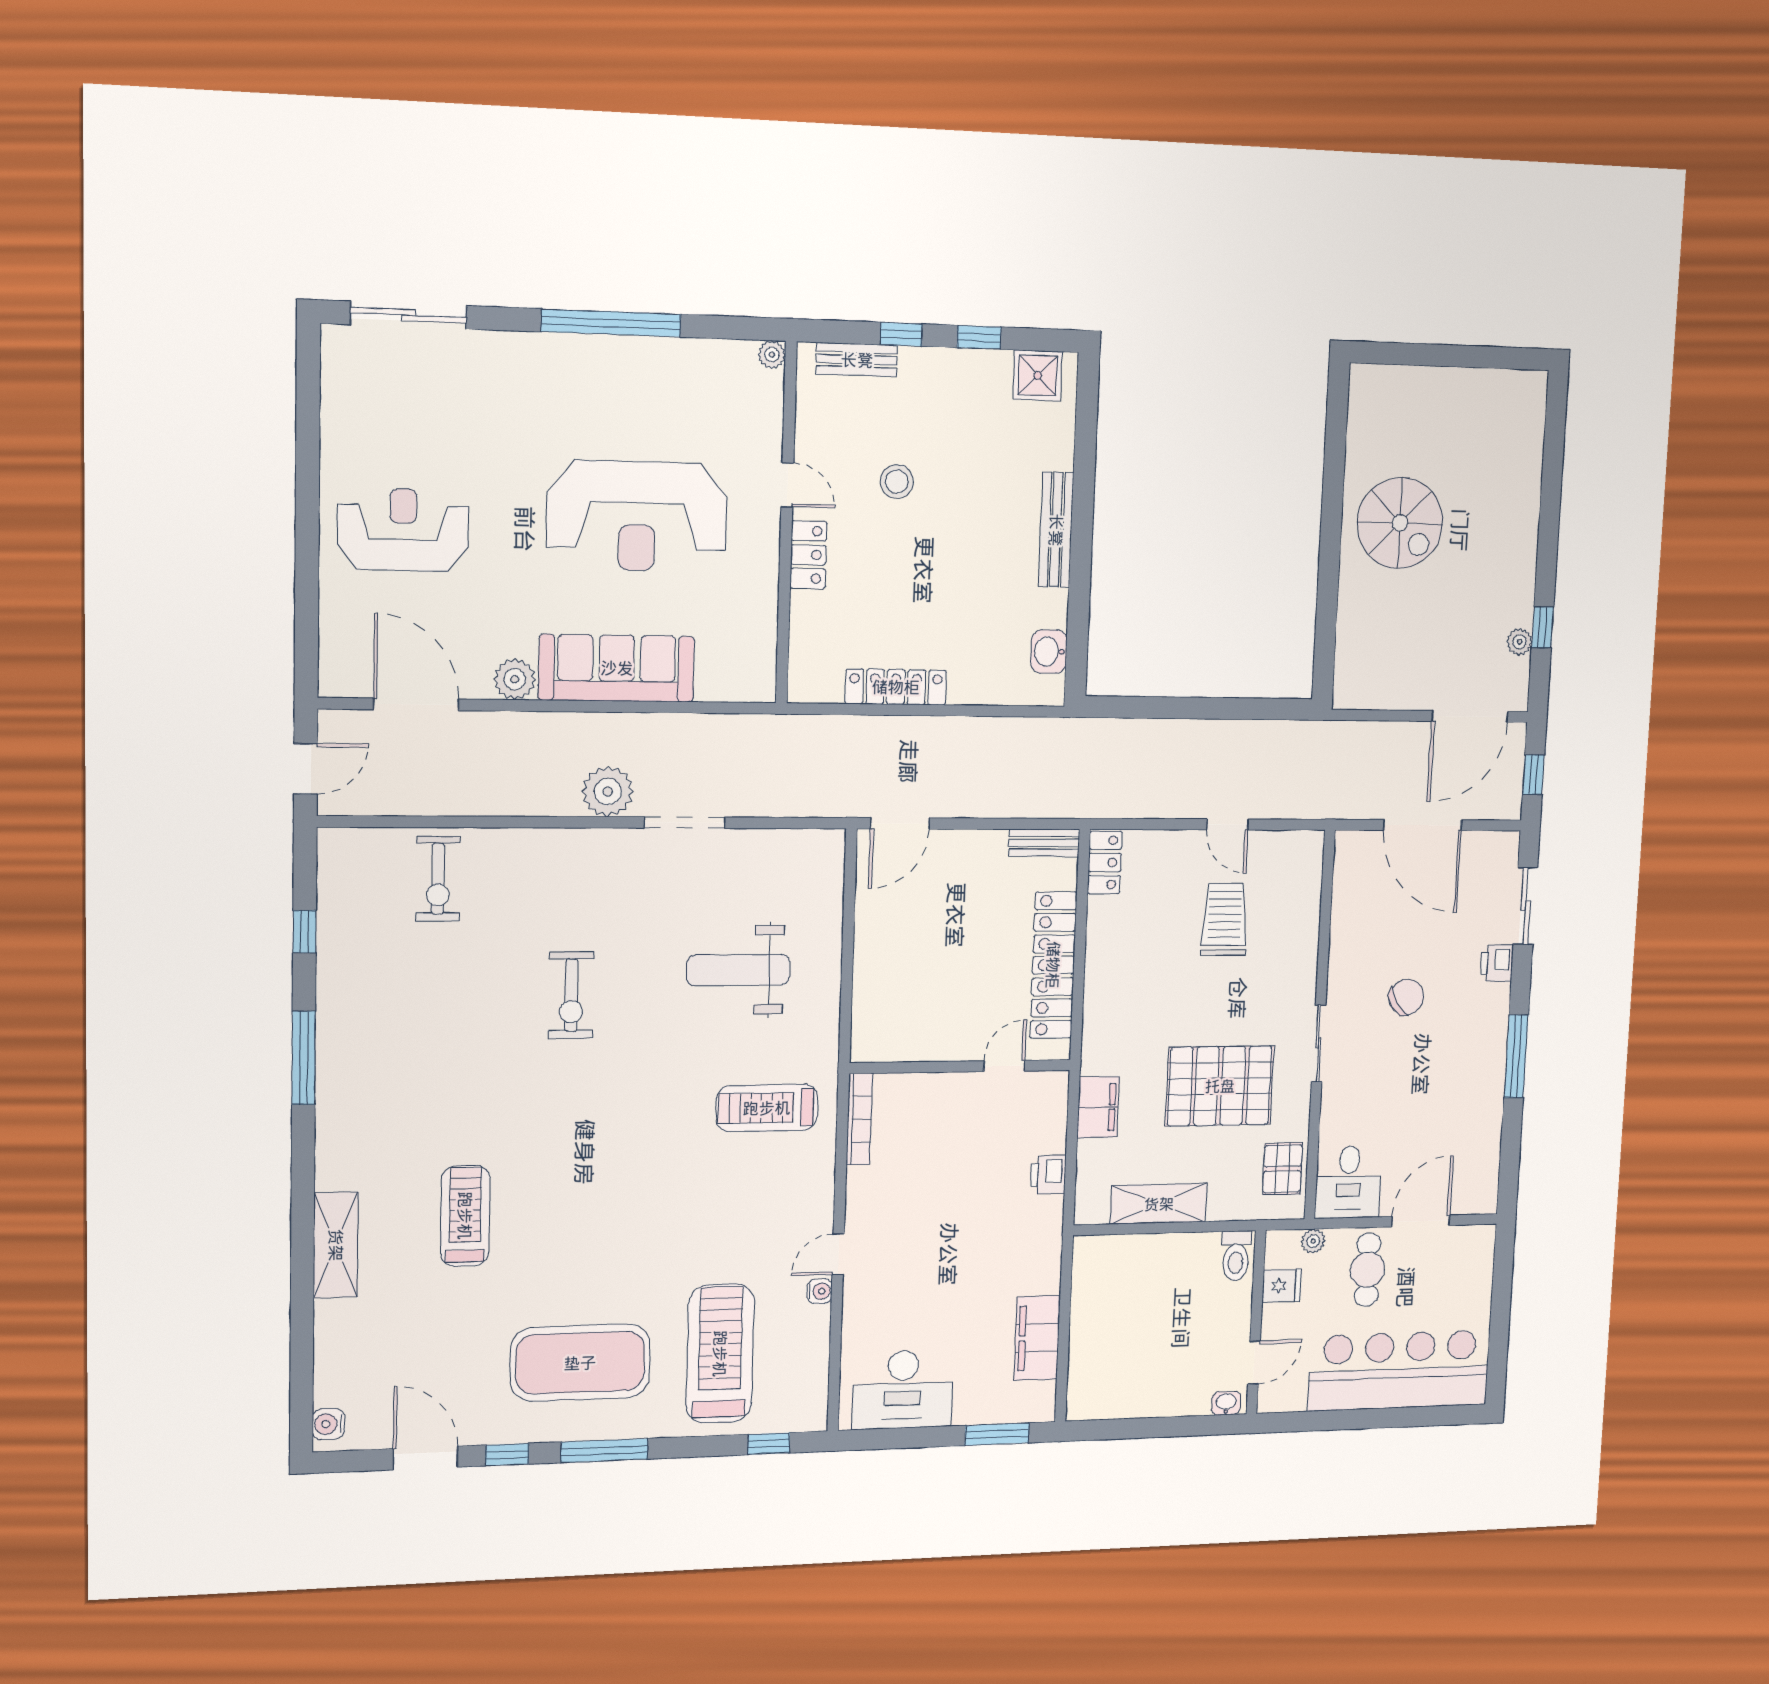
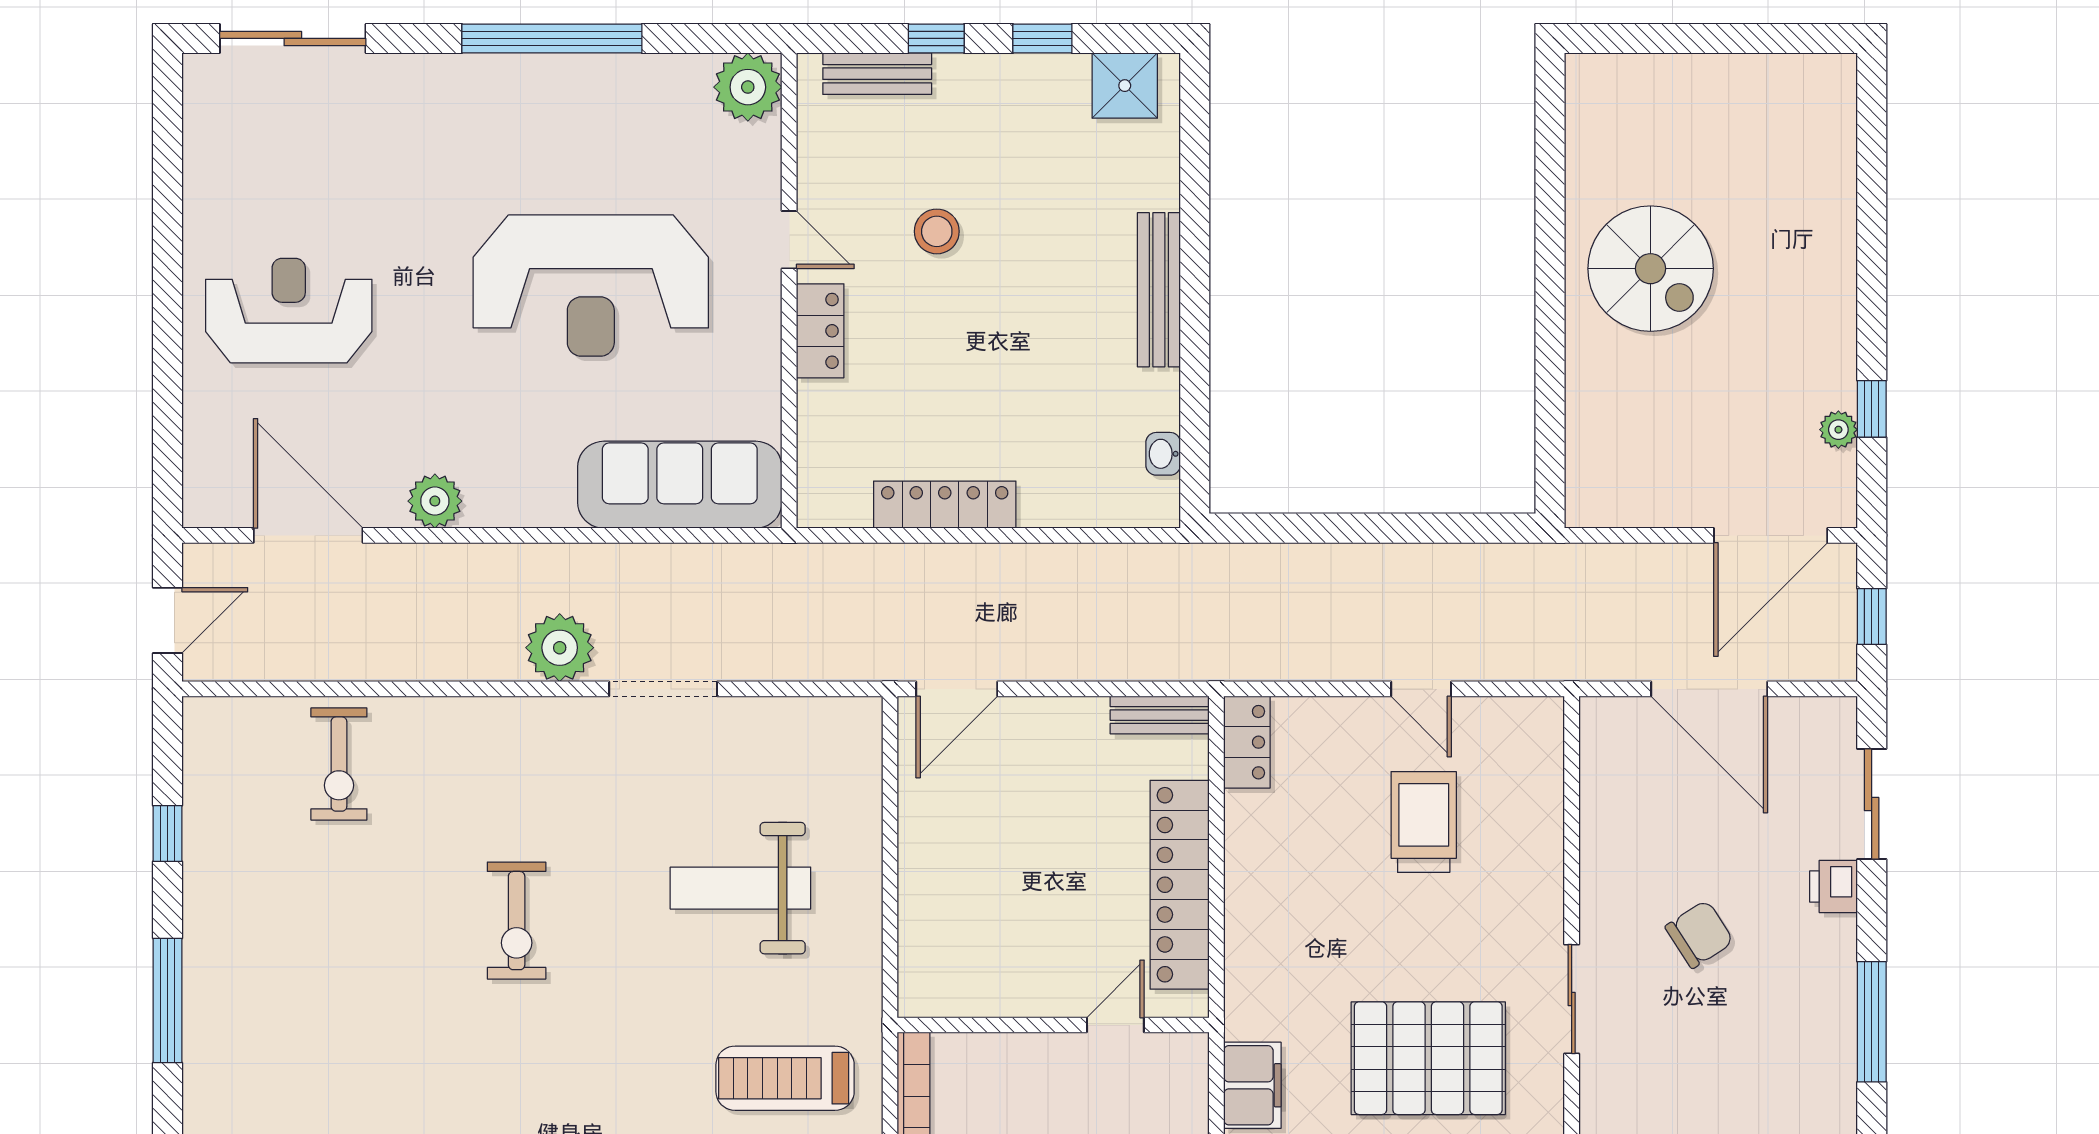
plant: (772, 355) -> (748, 87), width x1.87, depth x1.87
washbasin: (1049, 652) -> (1163, 454), width x0.72, depth x0.69
sofa: (617, 668) -> (680, 485), moved

